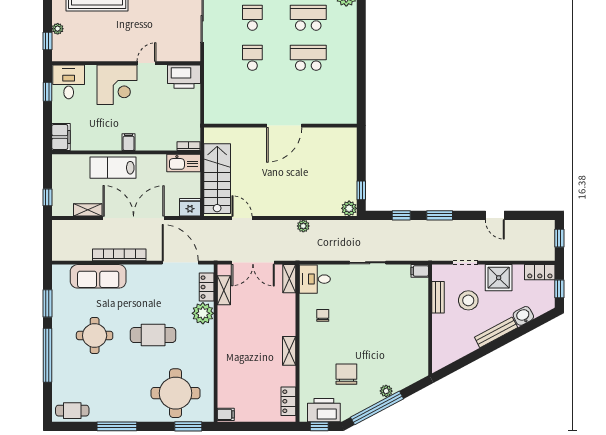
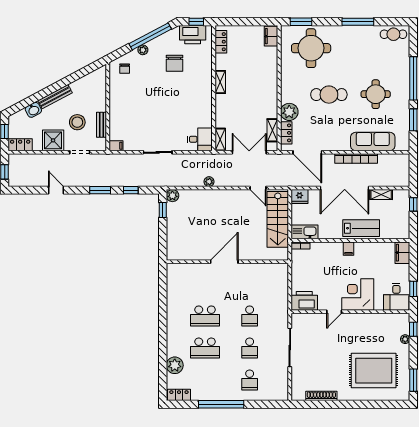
chair: (323, 315) -> (125, 69), moved
filing cabinet: (226, 414) -> (271, 36), width x2.00

